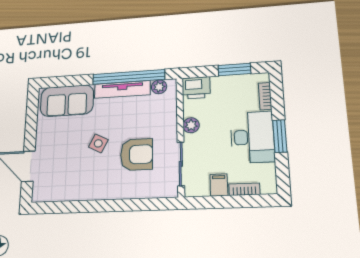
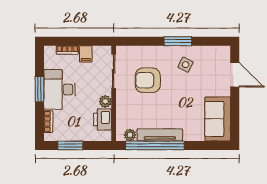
printer: (196, 88) -> (103, 119), moved, turned -90
sofa: (67, 101) -> (218, 119), moved, turned -90
side table: (98, 143) -> (186, 65), moved
window: (97, 206) -> (178, 41), added

